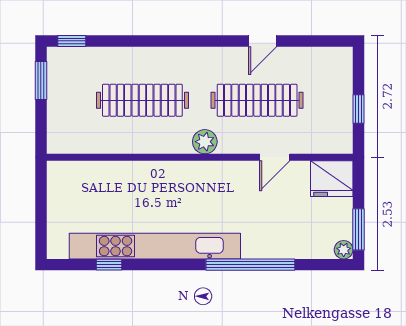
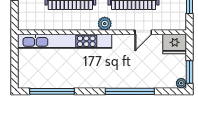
kitchen unit: (155, 246) -> (65, 41), moved, turned 180
window: (109, 265) -> (52, 91), width x3.17

